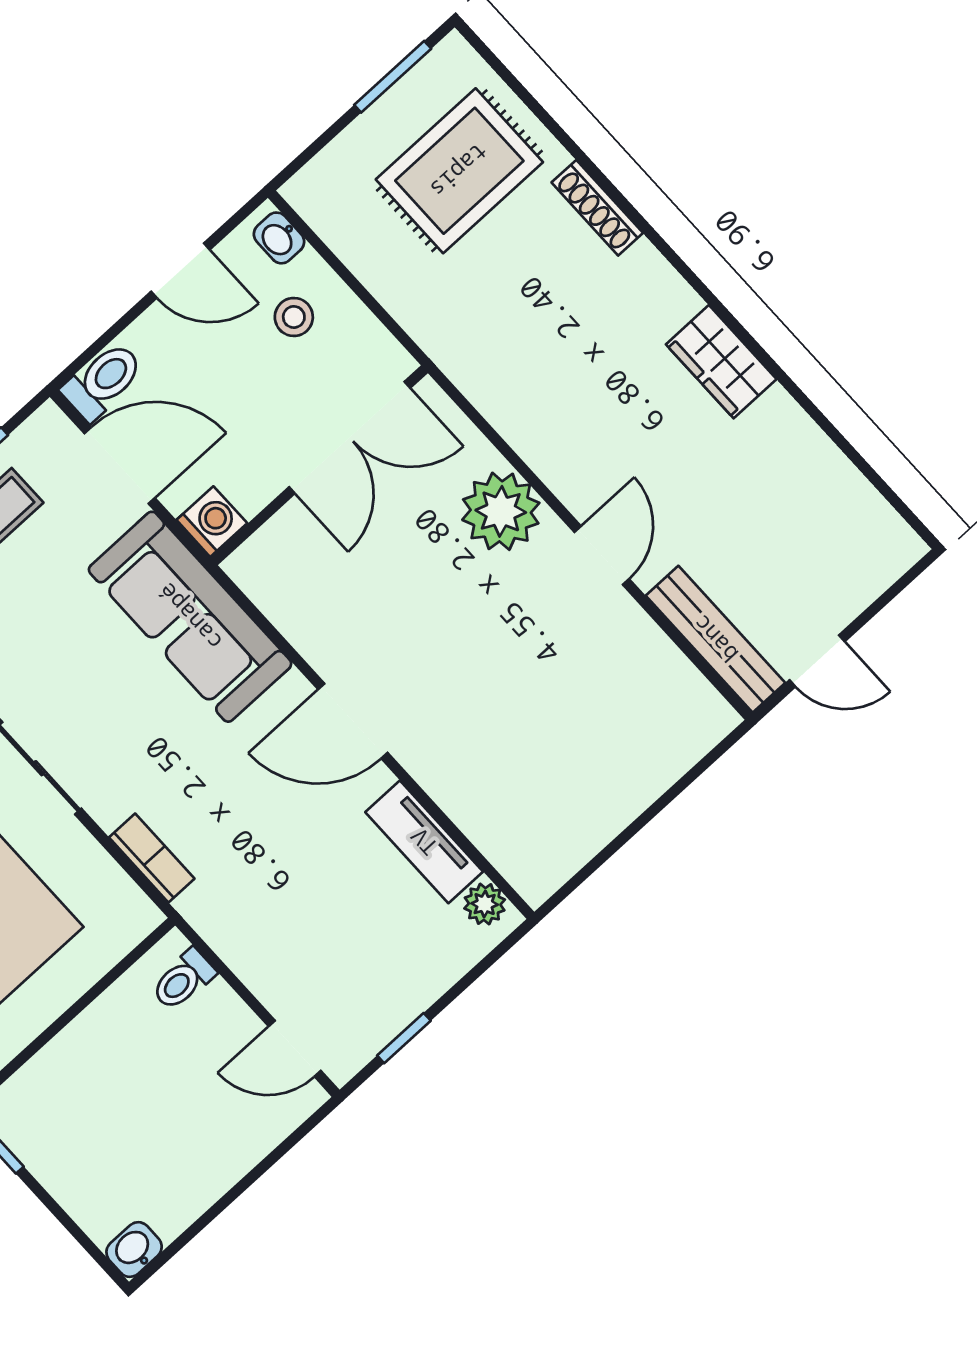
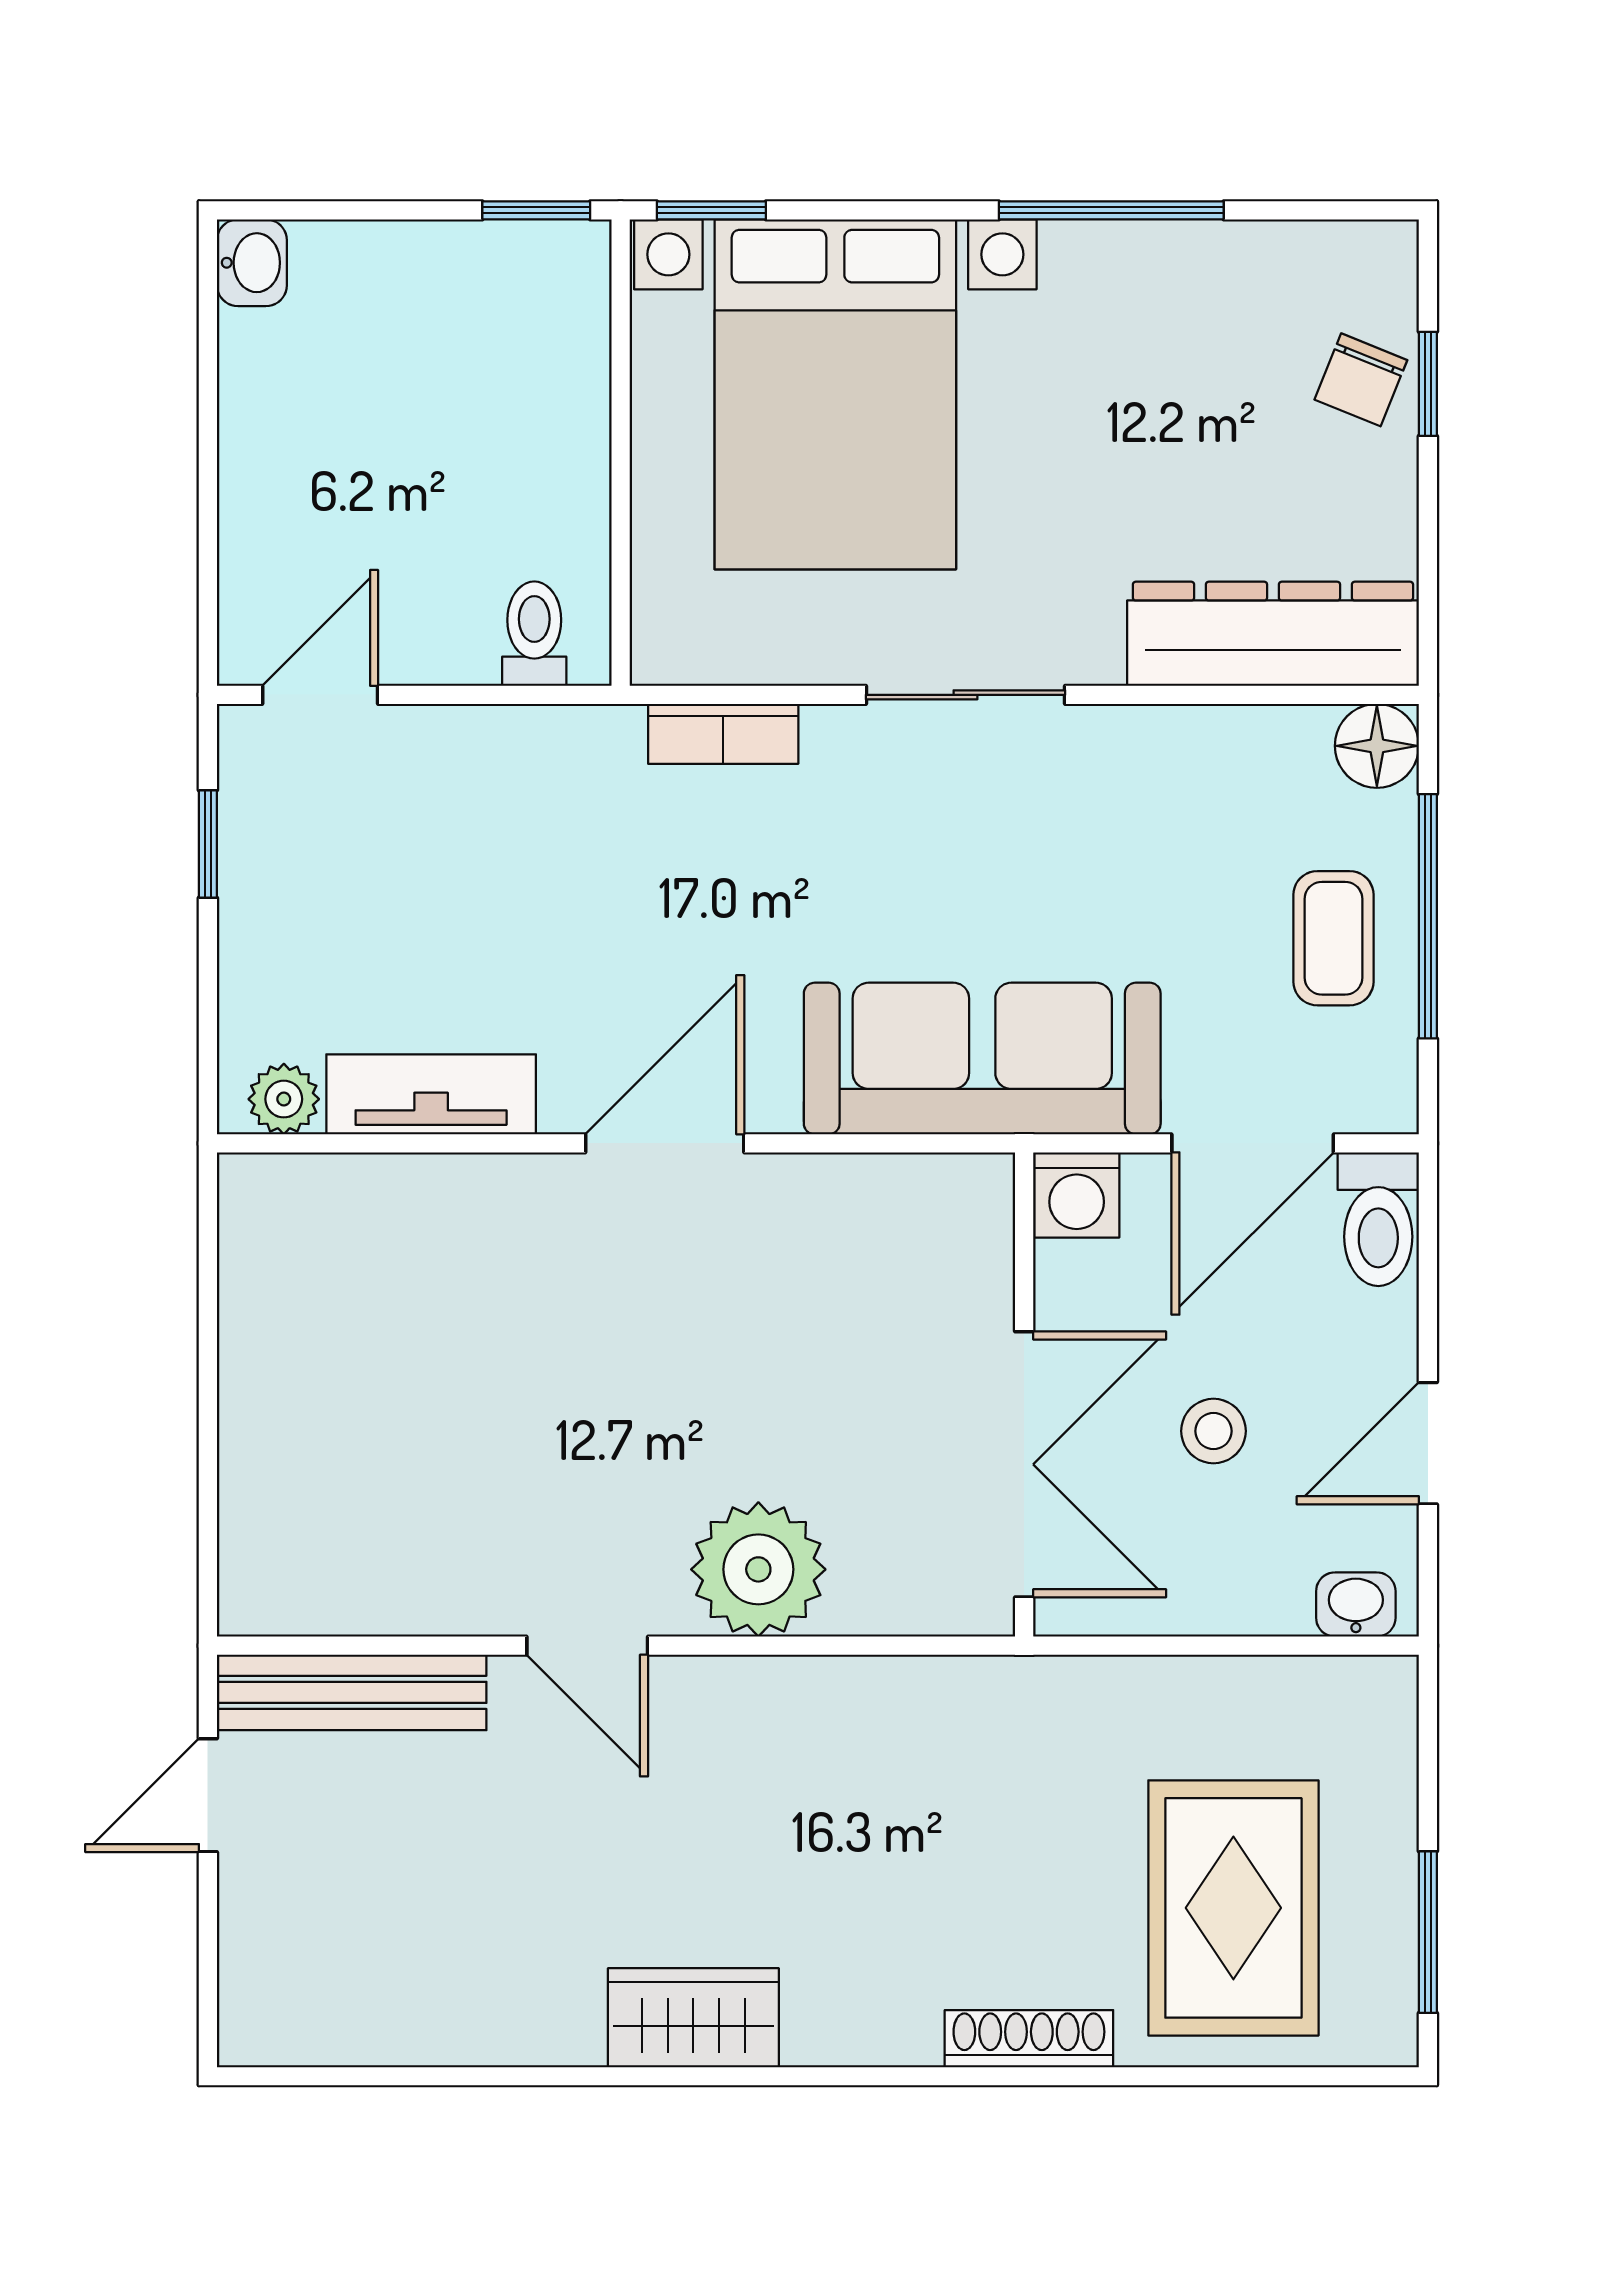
stool: (294, 317) -> (1213, 1431), moved
double door: (350, 438) -> (1024, 1464), swing flipped

